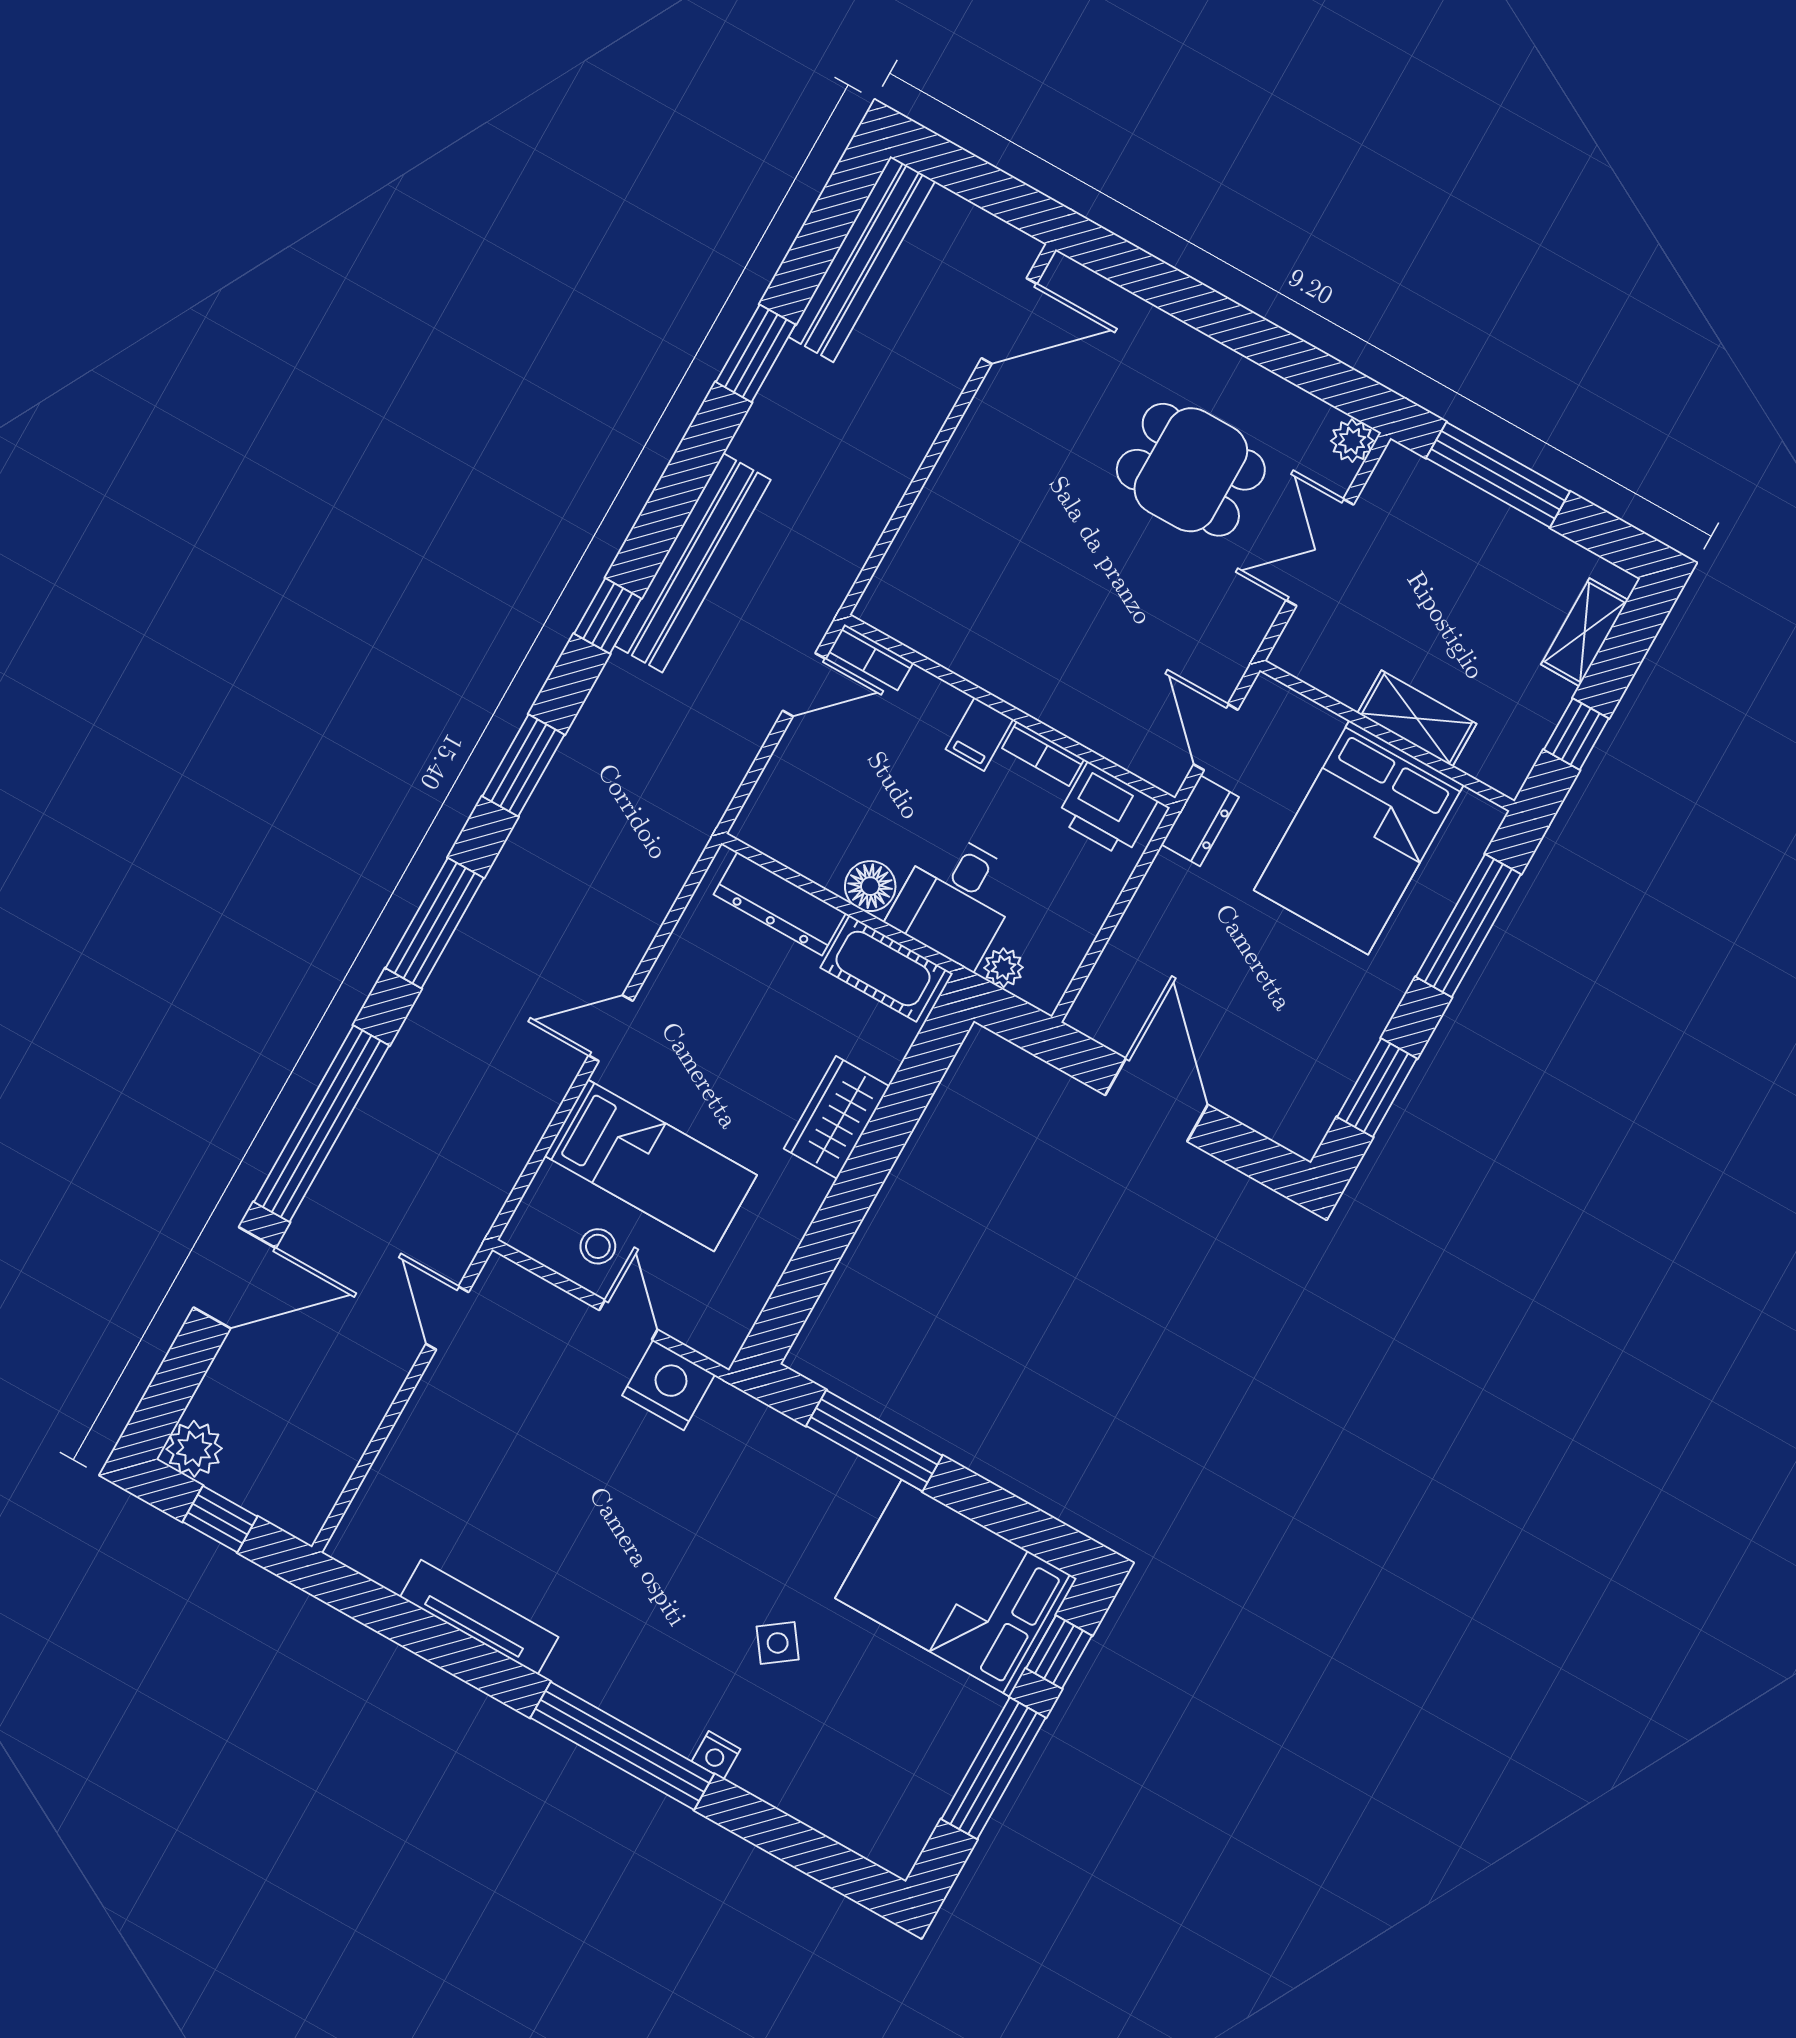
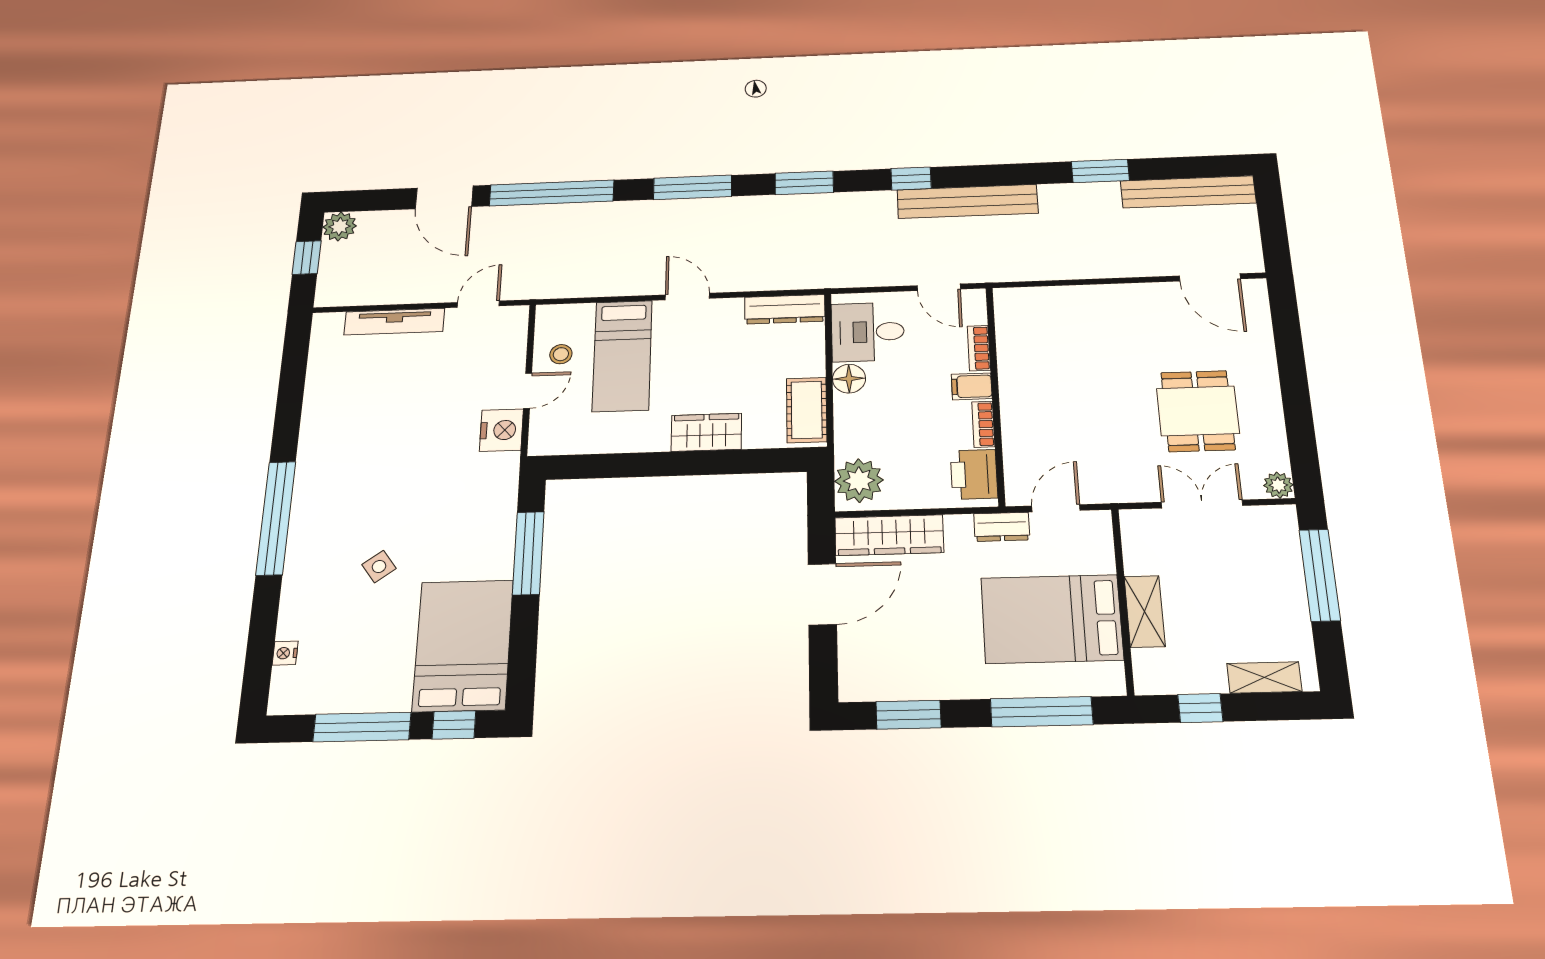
bookcase: (871, 657) -> (979, 348), moved
desk: (956, 899) -> (868, 332), moved
dresser: (780, 904) -> (785, 309), moved, turned -90
plant: (1004, 968) -> (859, 481), width x1.88, depth x1.88
wardrobe: (1126, 969) -> (889, 535), added
tv unit: (479, 1617) -> (394, 322), moved, turned 90
nightstand: (716, 1755) -> (285, 653), moved

